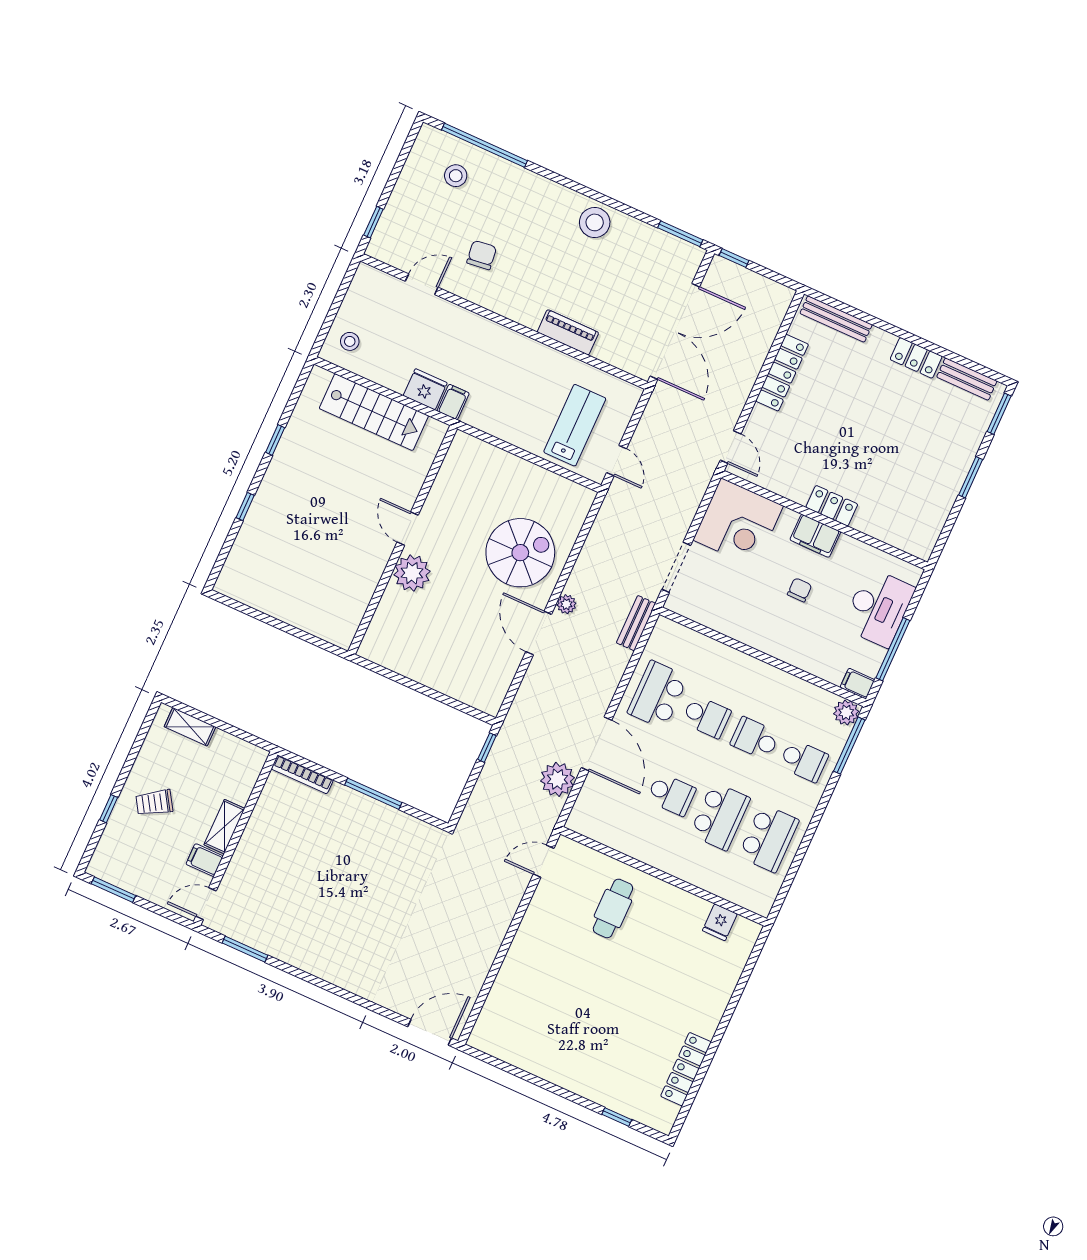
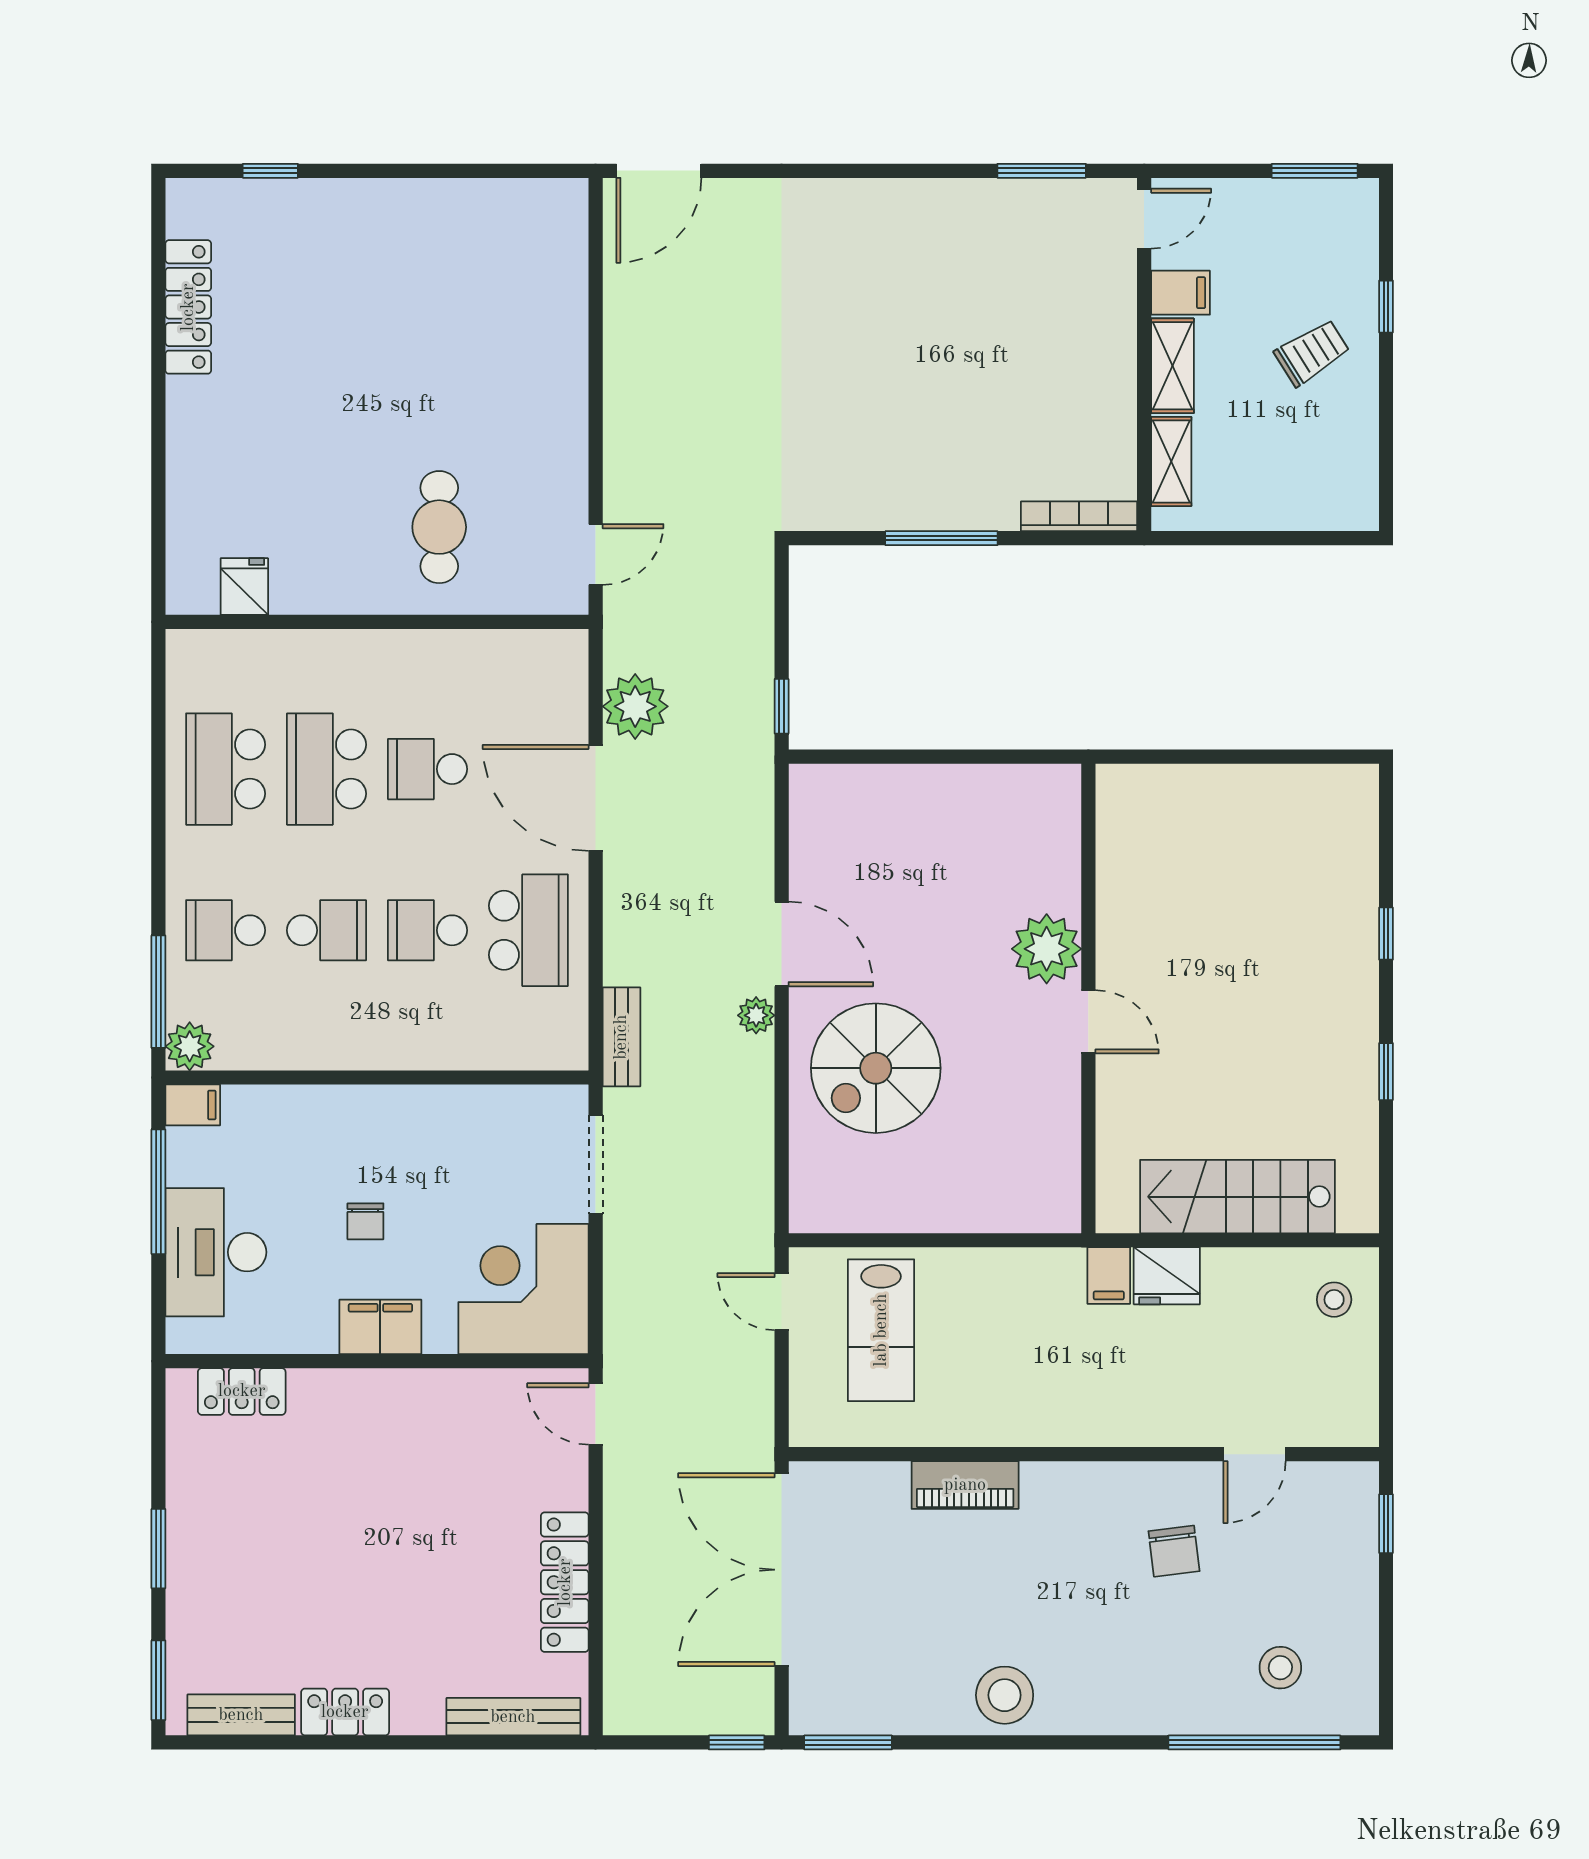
locker: (832, 506) -> (242, 1391), moved
shelving: (190, 727) -> (1171, 461), moved, turned 90

